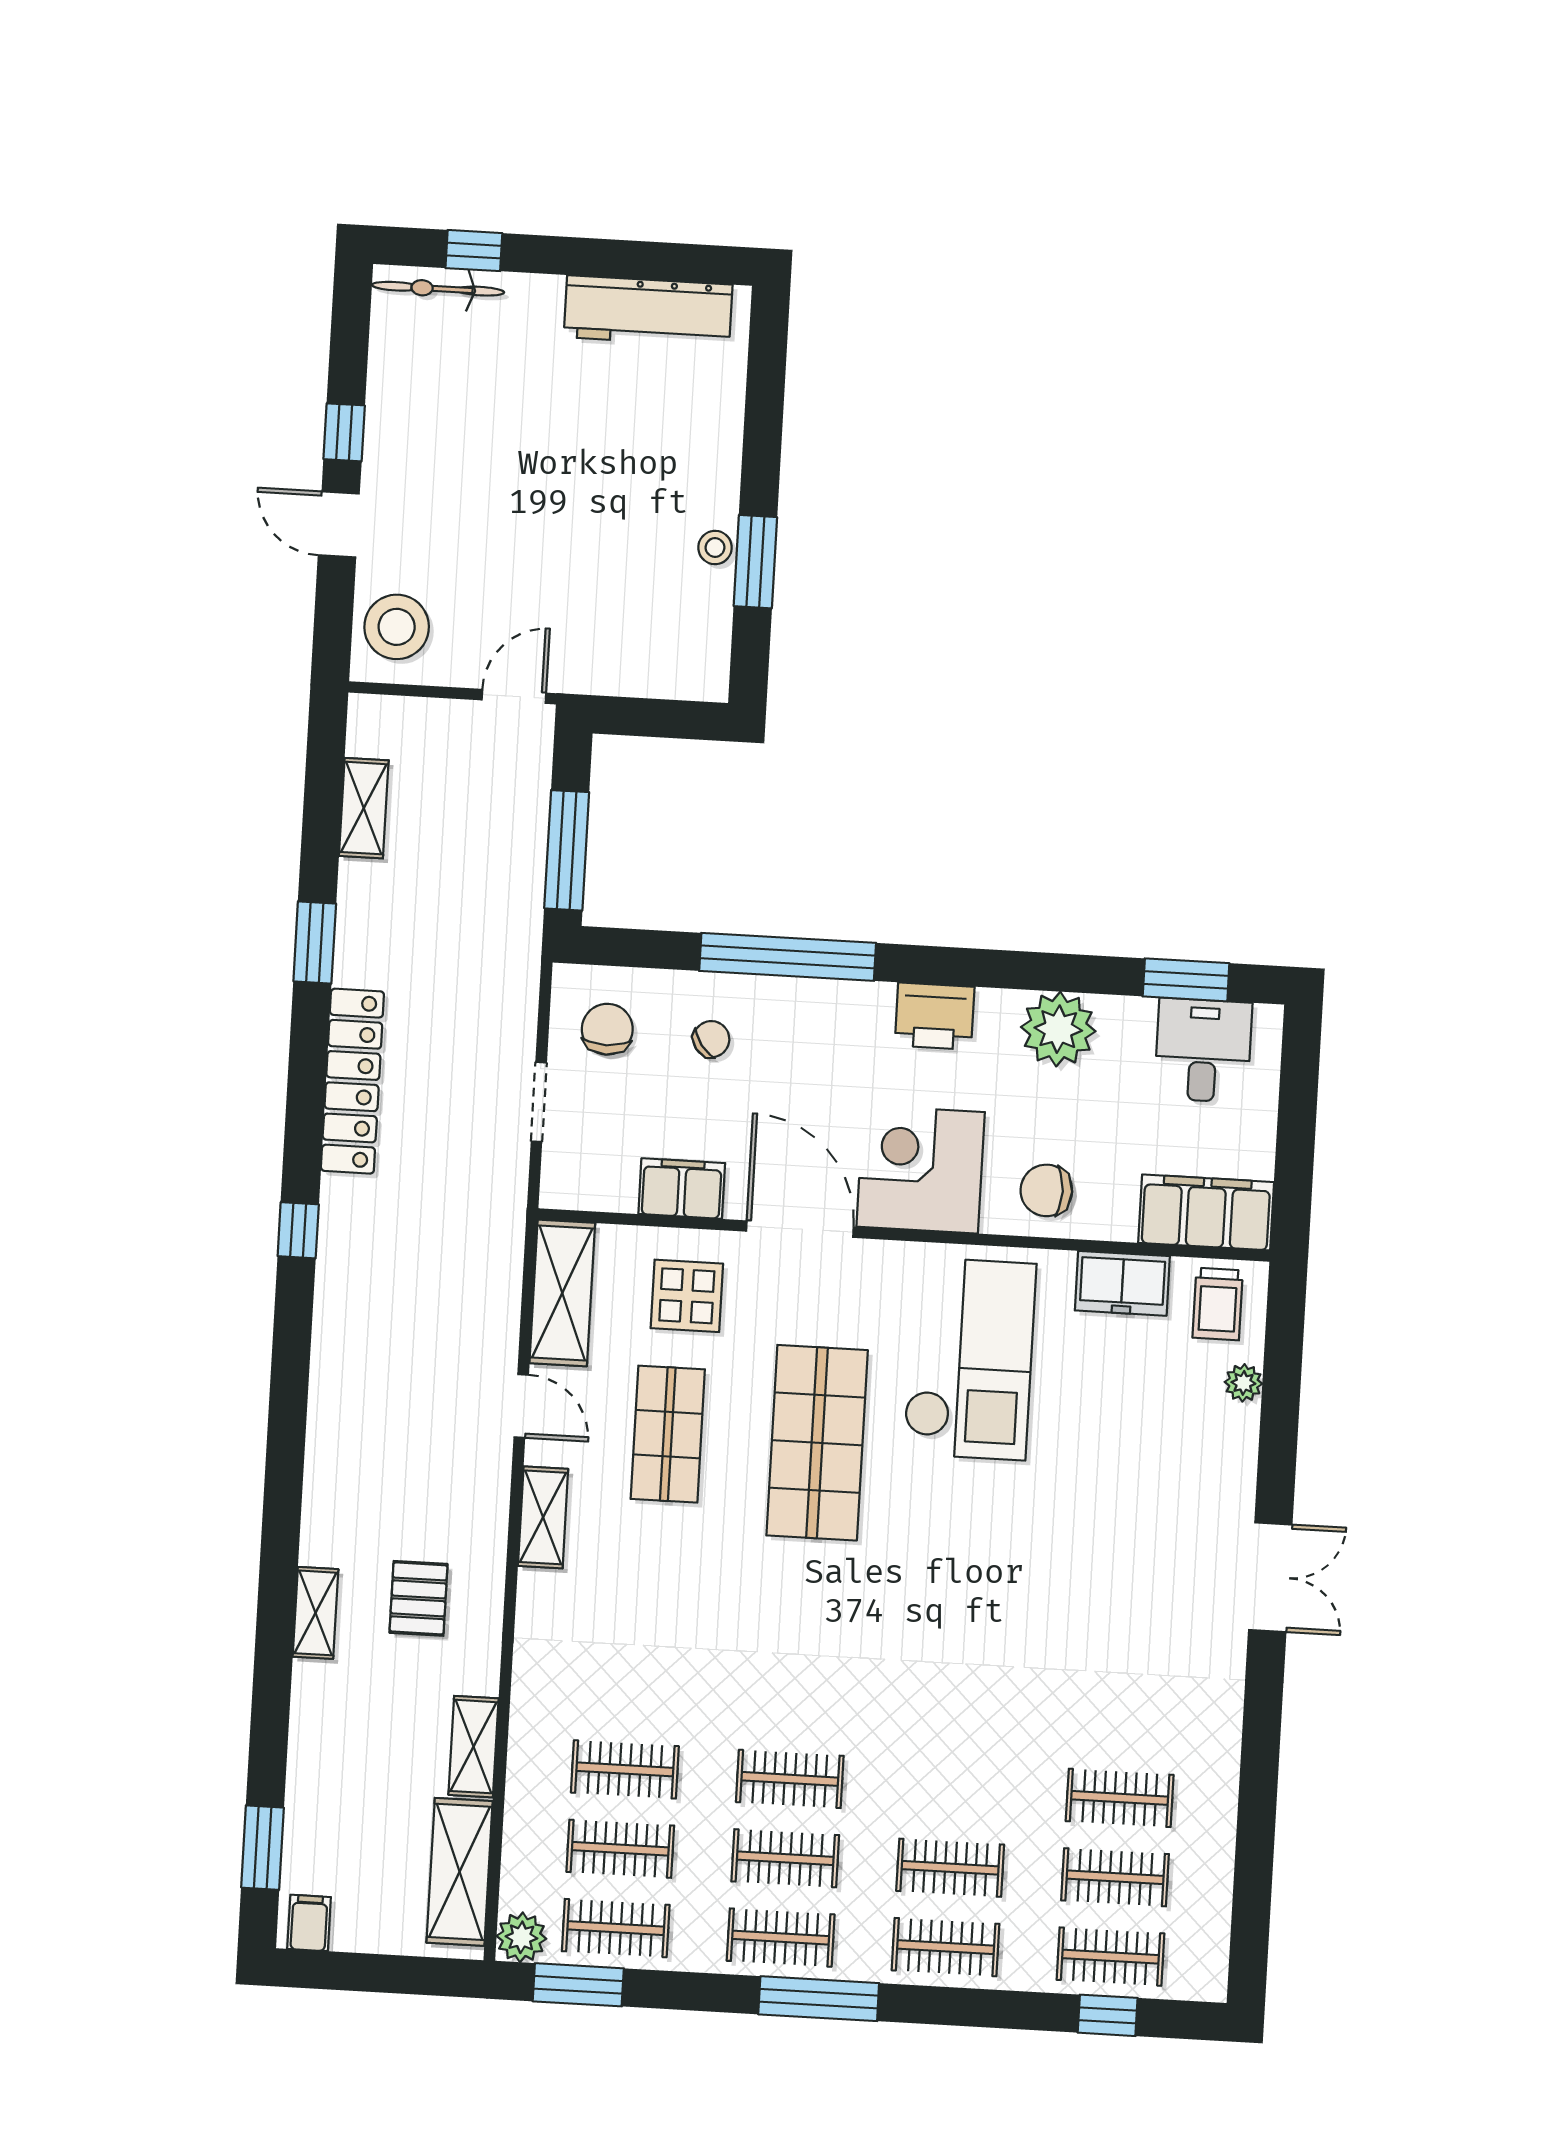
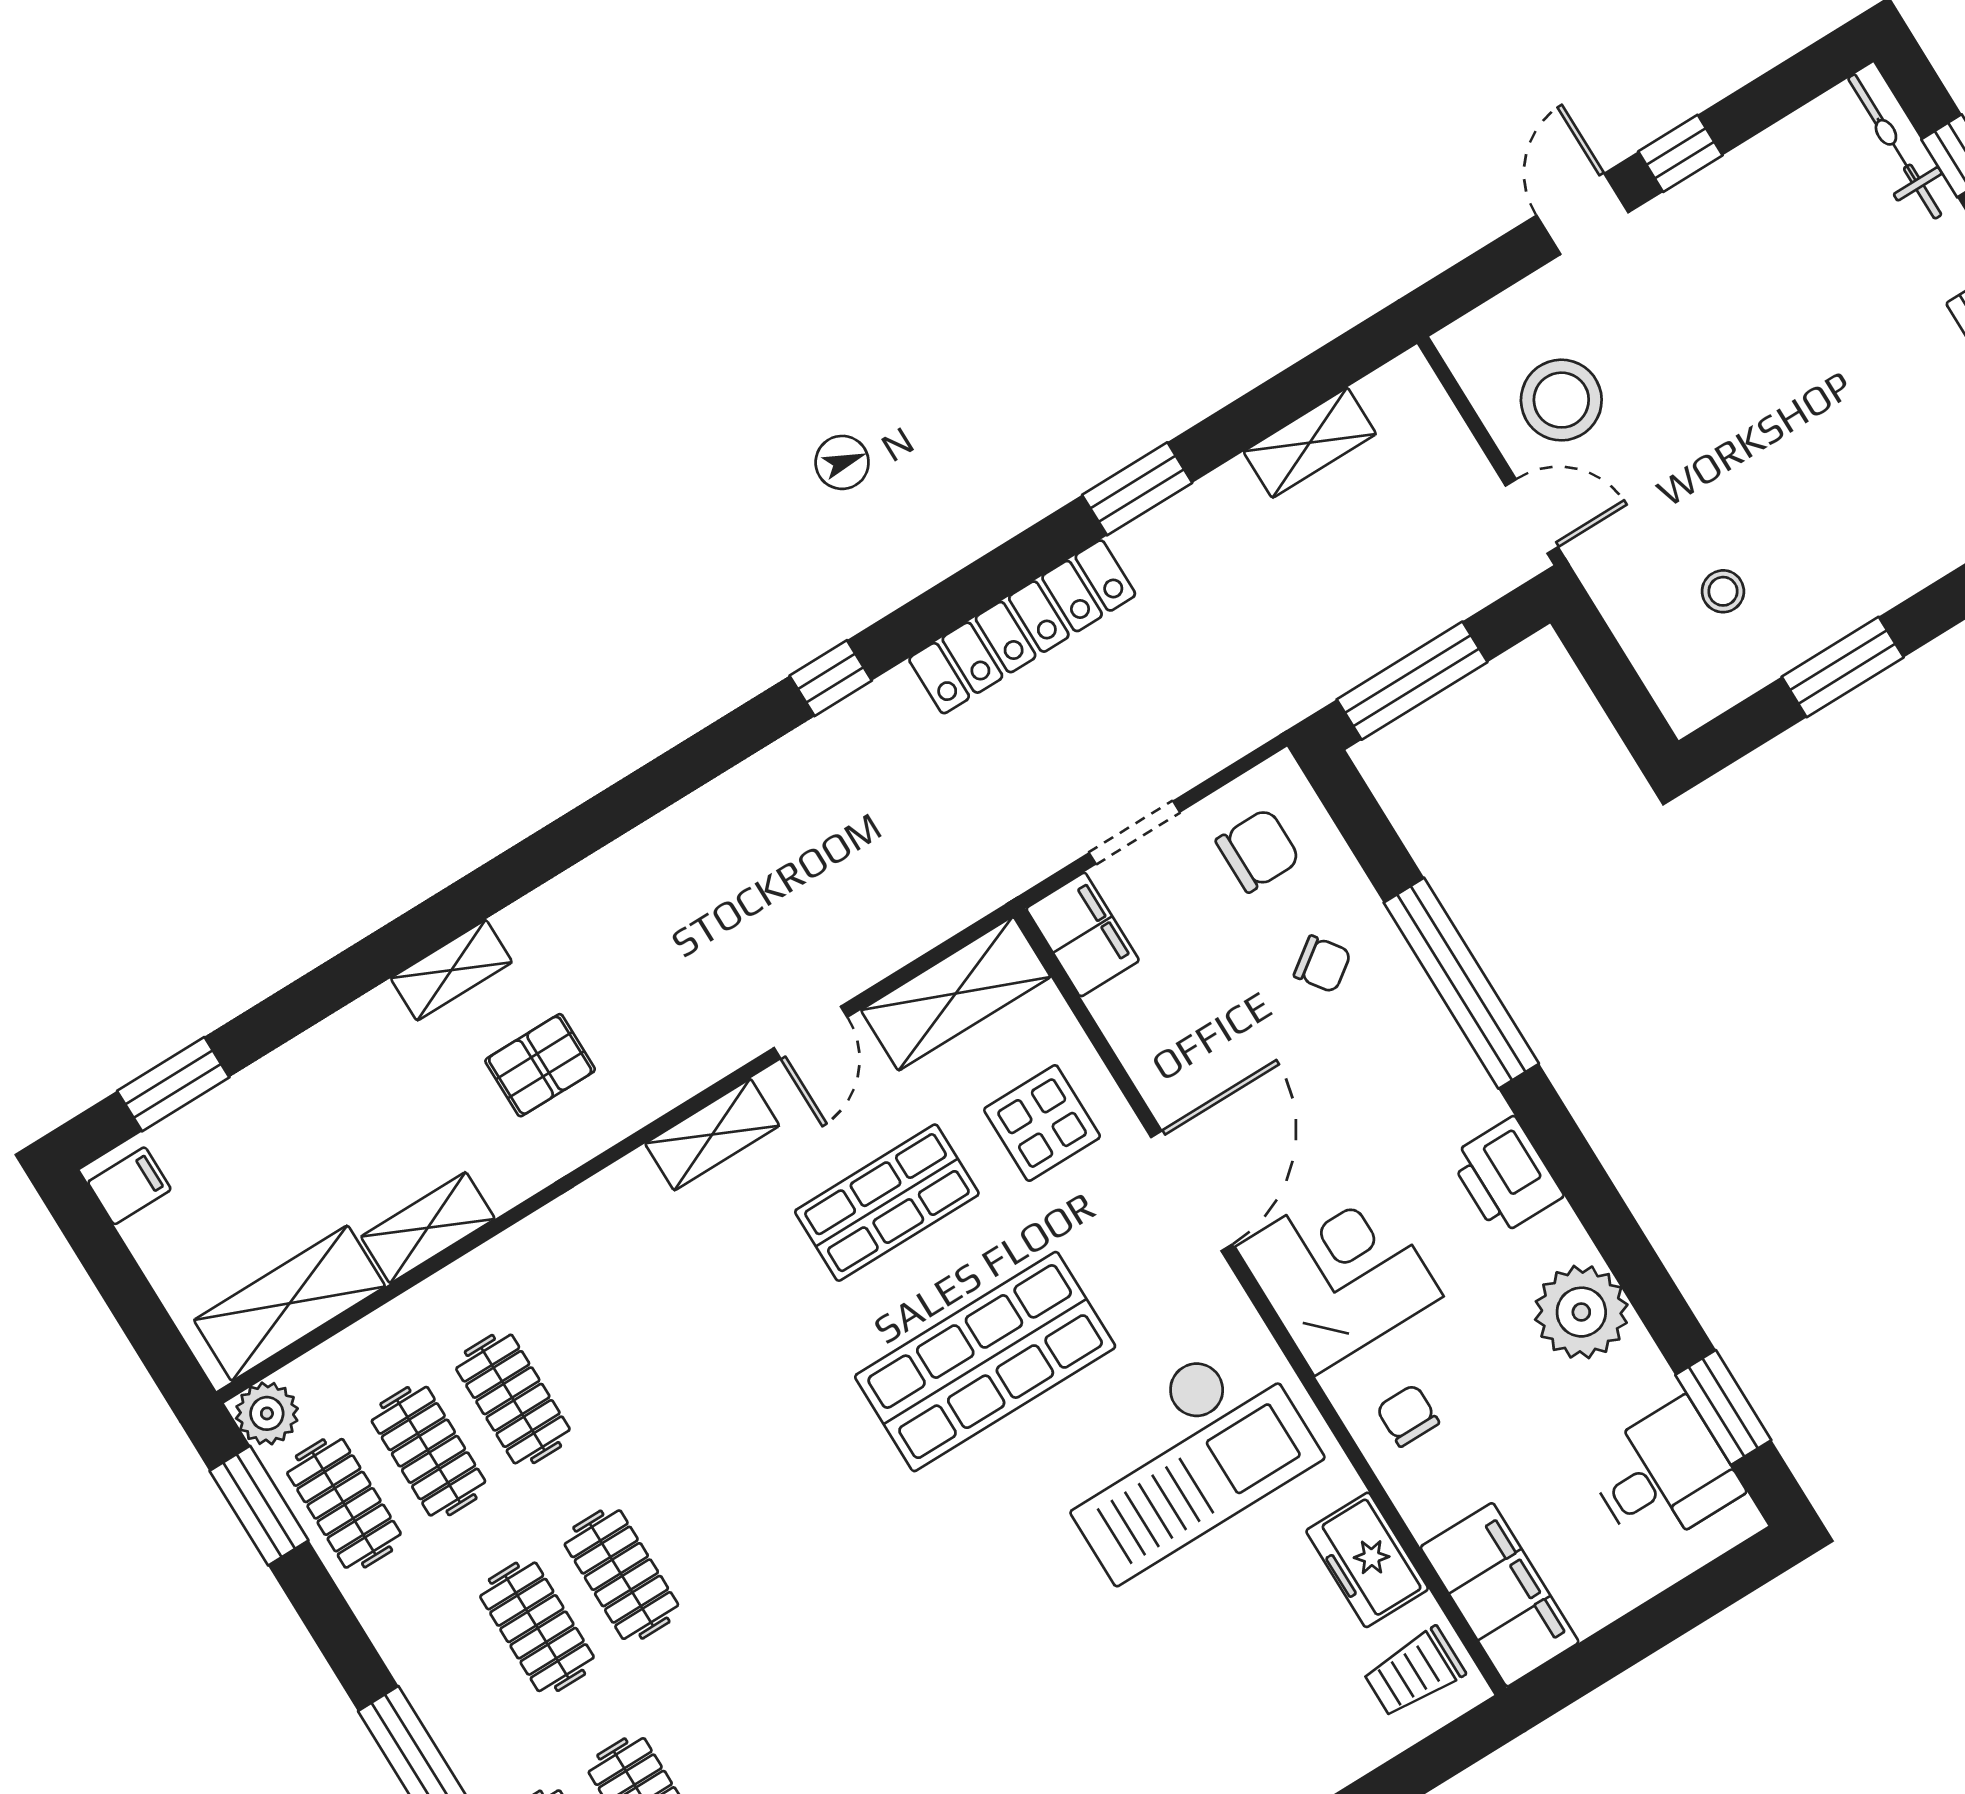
stool: (715, 547) -> (1723, 591), moved
stool: (397, 627) -> (1561, 400), moved
filing cabinet: (682, 1189) -> (1083, 934), moved
chair: (1046, 1190) -> (1408, 1415), width x0.73, depth x0.73
plant: (1243, 1383) -> (1352, 1755), removed
clothes rail: (781, 1938) -> (452, 1679), removed

